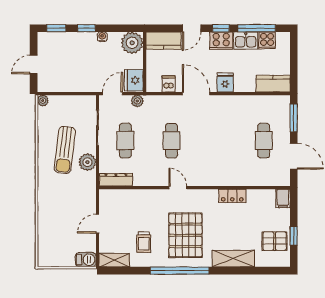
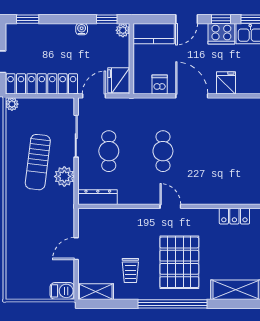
window: (87, 28) -> (107, 19), moved
plant: (132, 43) -> (123, 30), width x0.53, depth x0.53
locker: (68, 83) -> (42, 84), added
plant: (137, 101) -> (123, 105), removed

